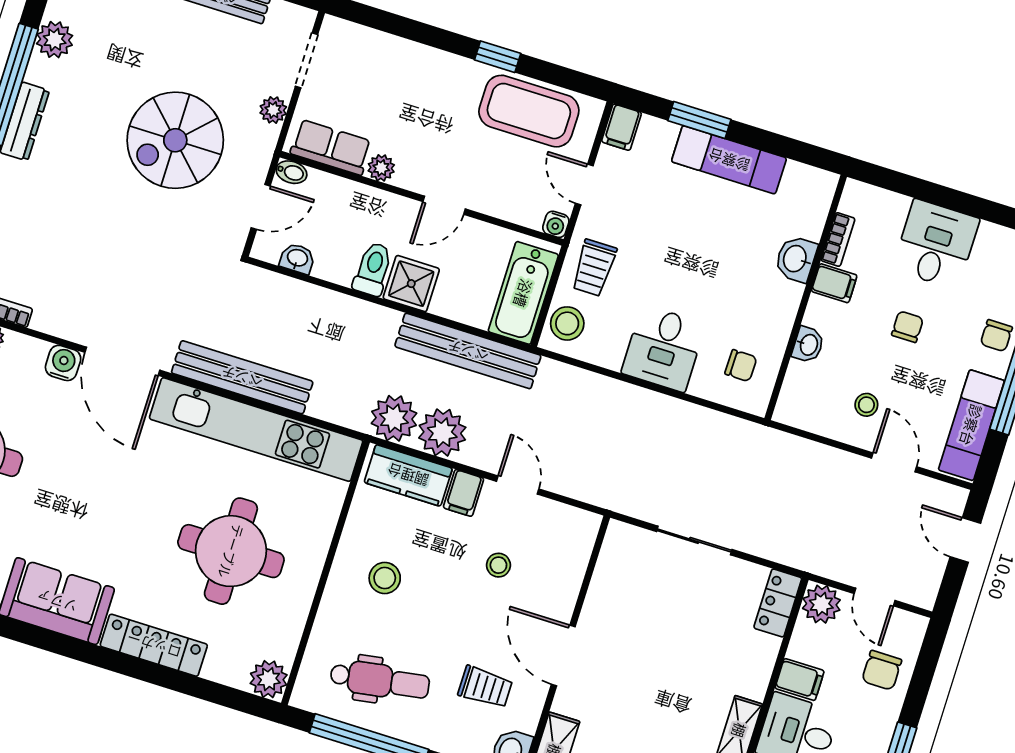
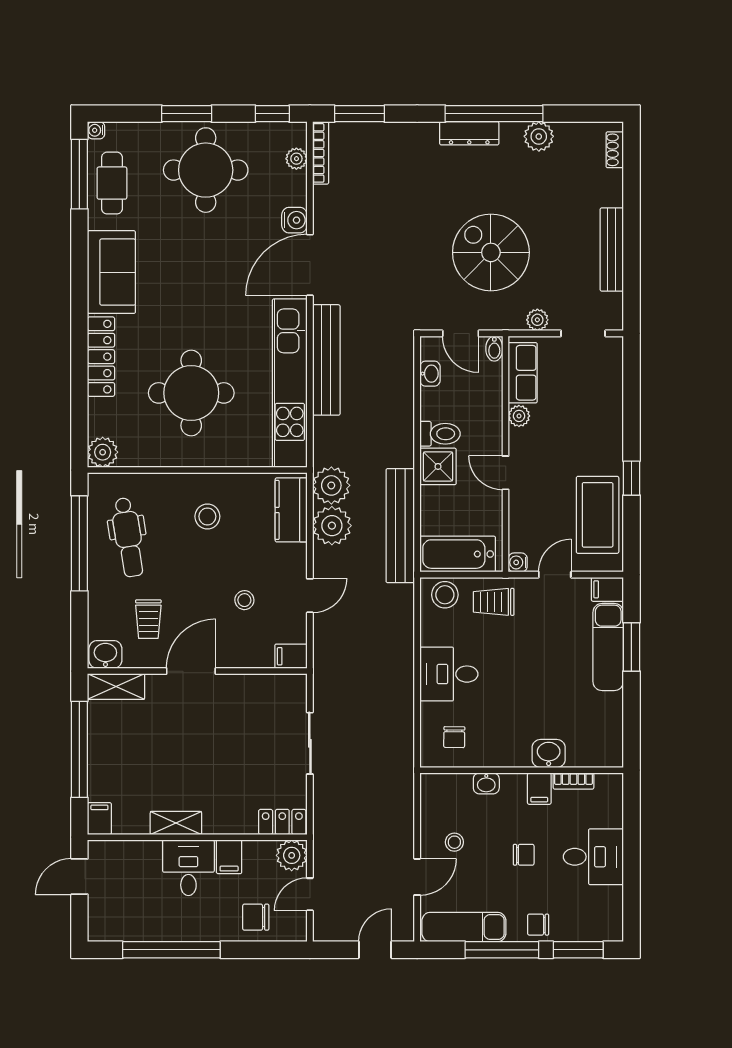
exam couch: (729, 160) -> (608, 647), moved
filing cabinet: (464, 493) -> (291, 656), moved

